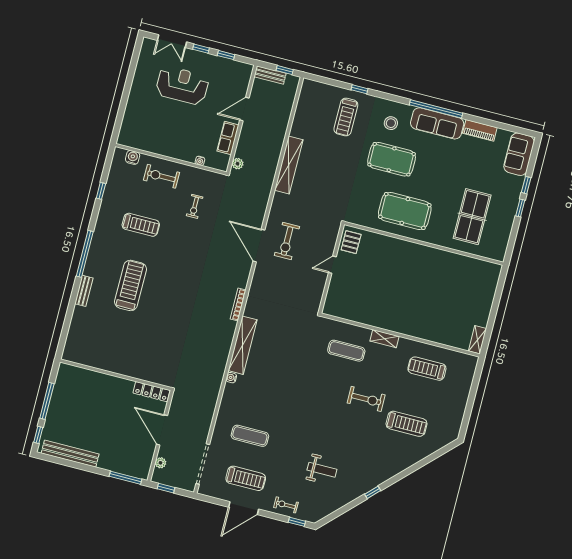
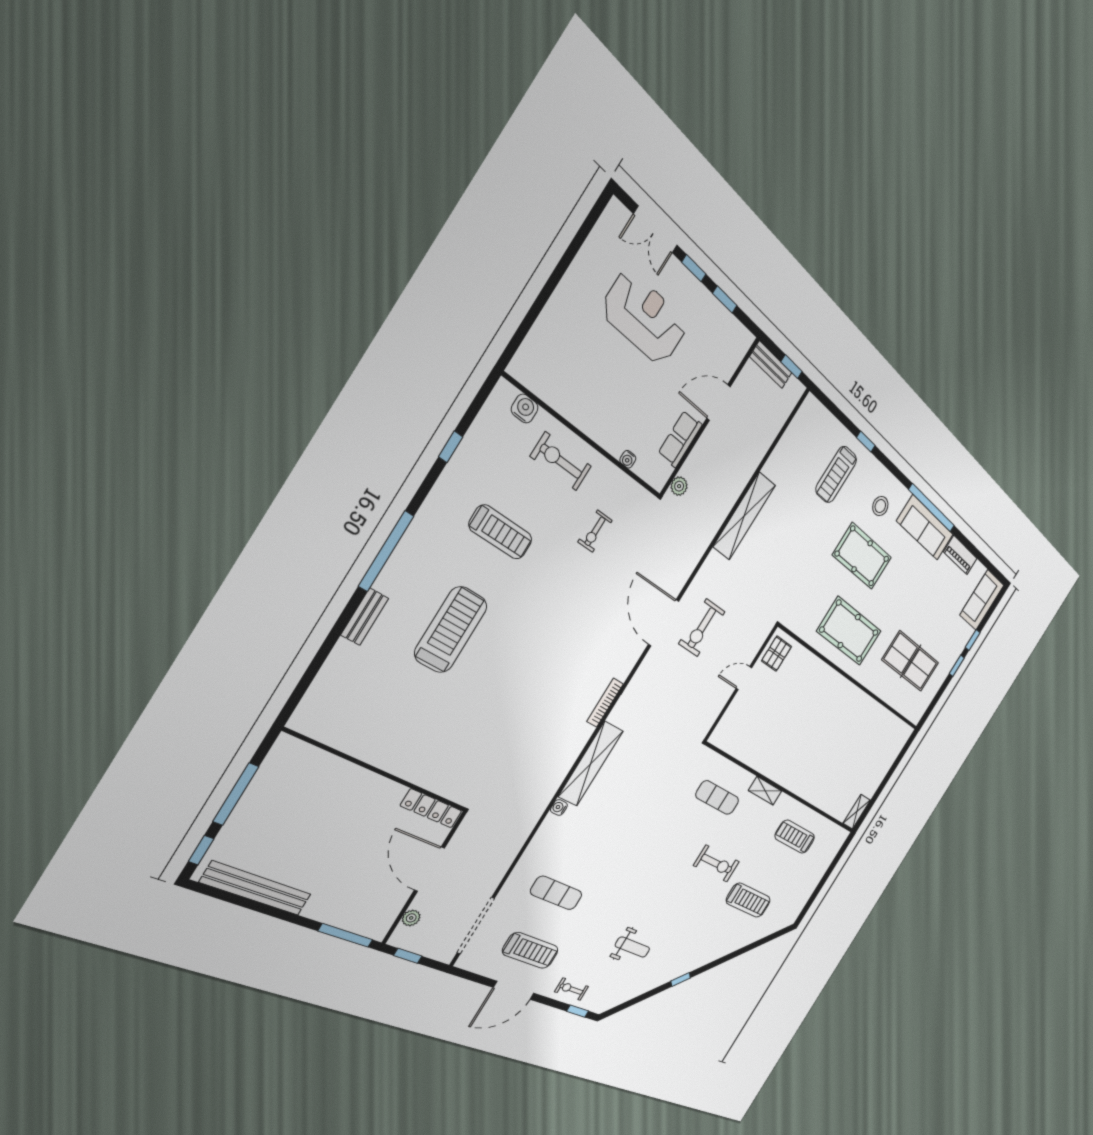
table tennis table: (472, 217) -> (910, 661), turned 90

